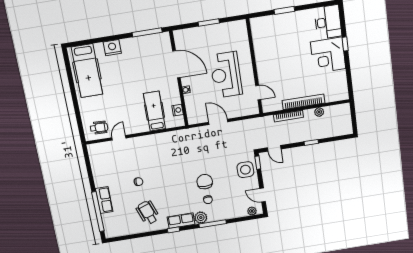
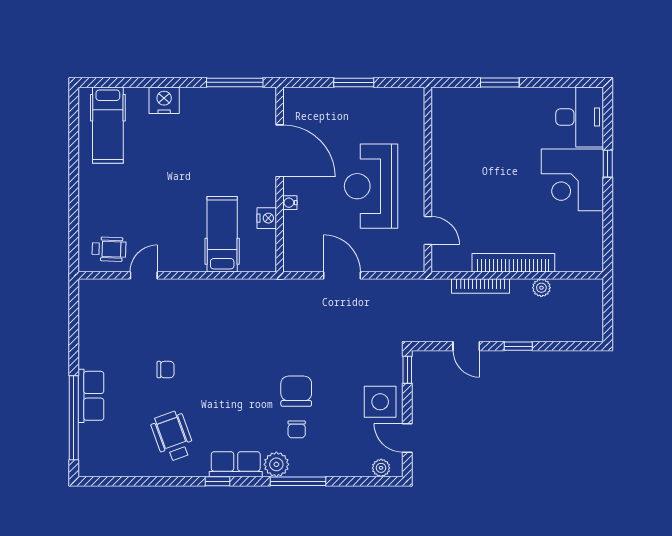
hospital bed: (87, 71) -> (108, 125), width x0.73, depth x0.78
nightstand: (178, 110) -> (267, 218), moved
door: (274, 148) -> (466, 346), moved
side table: (245, 170) -> (380, 402), moved

